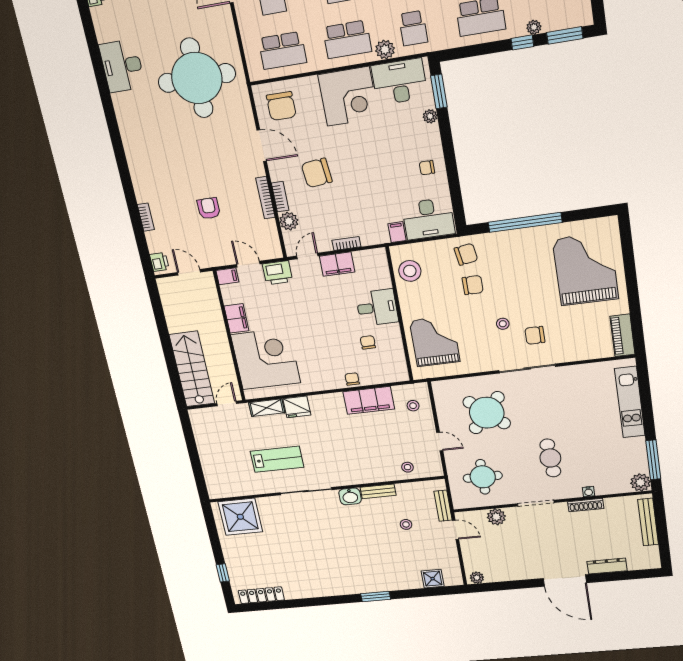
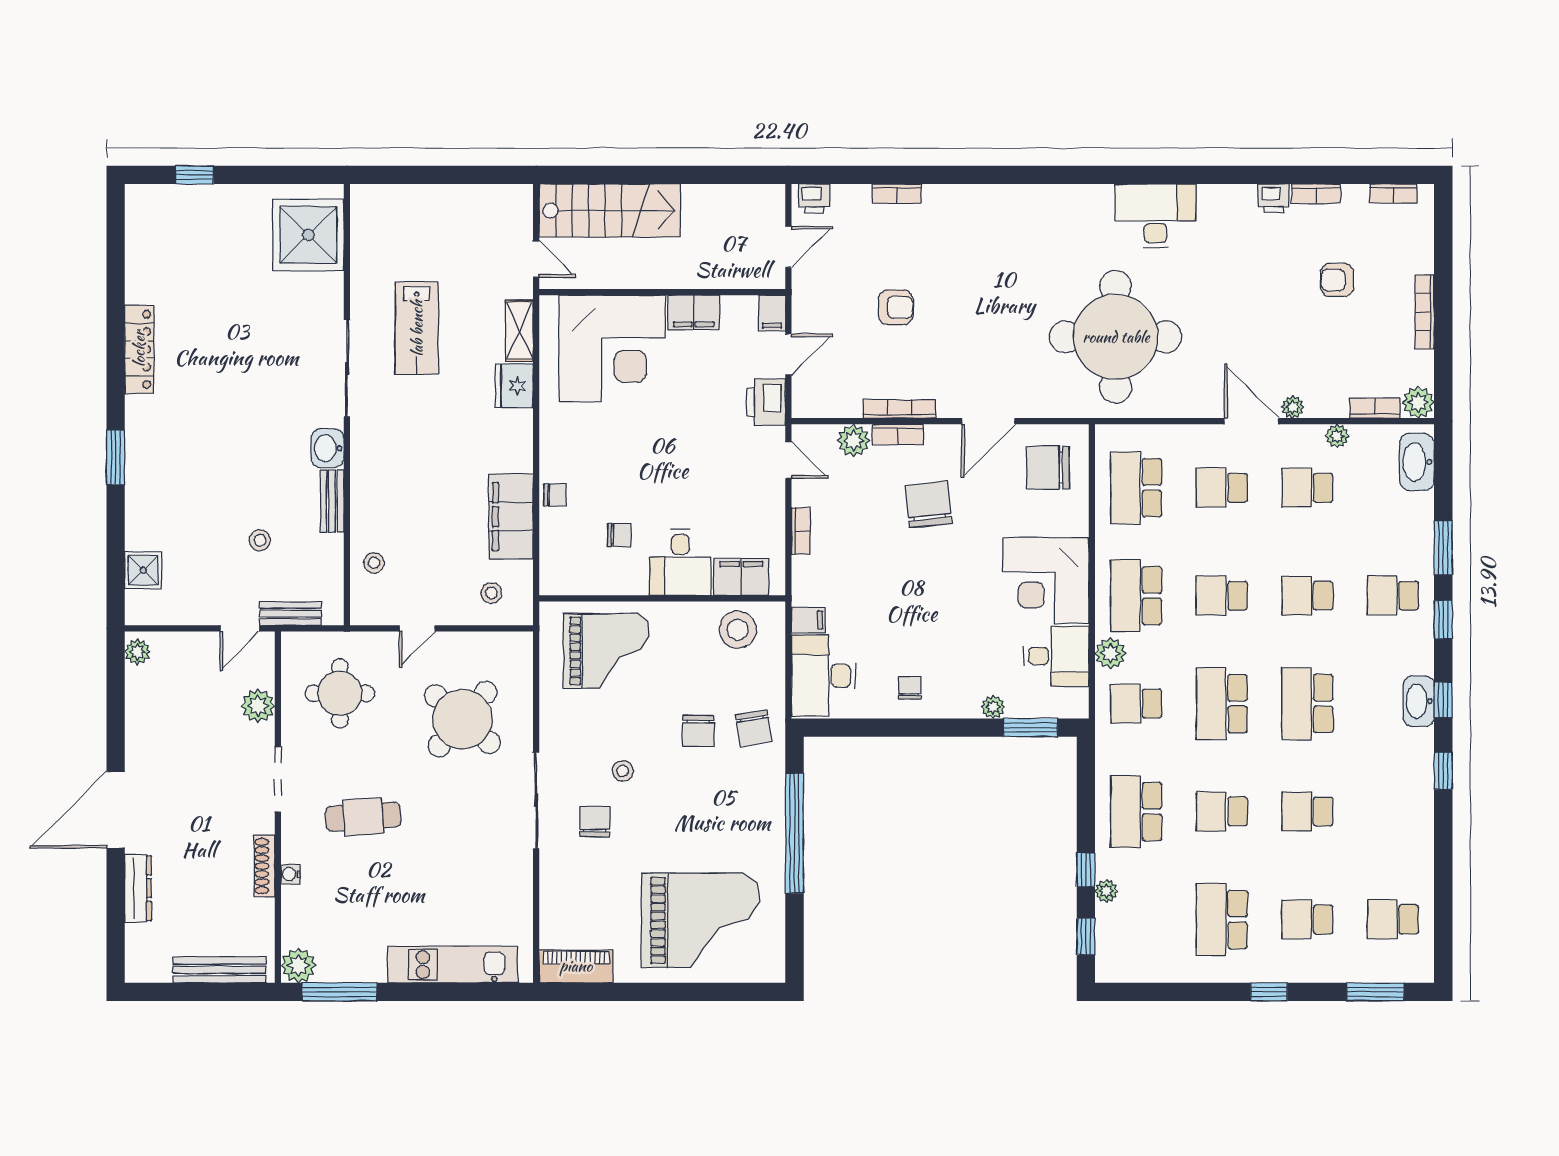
window: (565, 35) -> (1086, 937), width x0.67
desk: (399, 82) -> (1056, 656), width x0.73
filing cabinet: (337, 264) -> (741, 577), moved, turned 90
locker: (261, 595) -> (139, 349), moved

